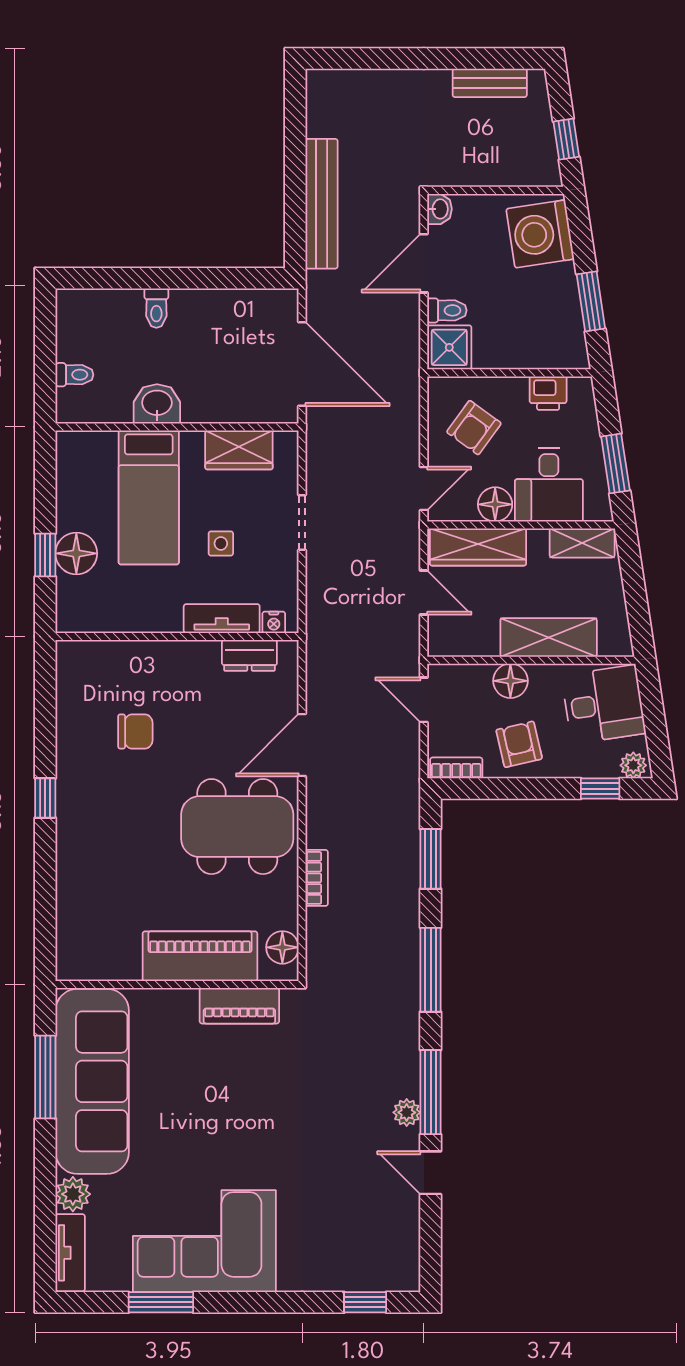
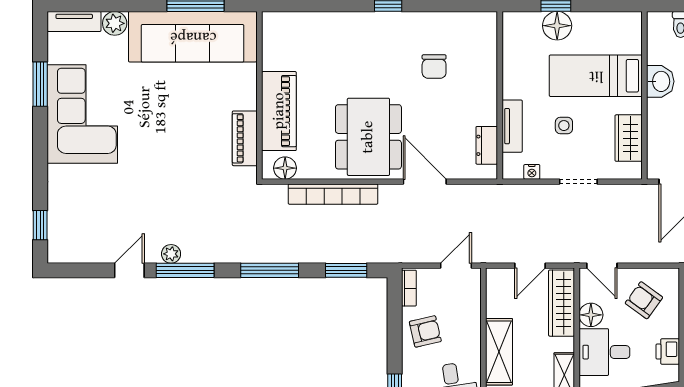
nightstand: (274, 622) -> (532, 172), moved, turned -90
floor lamp: (510, 681) -> (469, 326), removed
bookcase: (317, 878) -> (333, 194), width x2.31, depth x1.31

